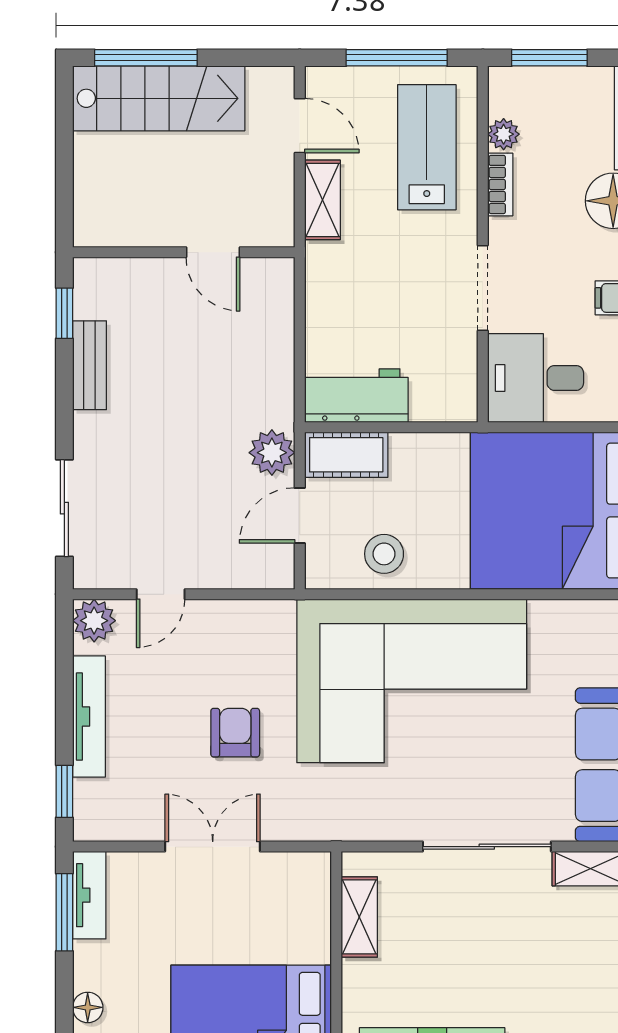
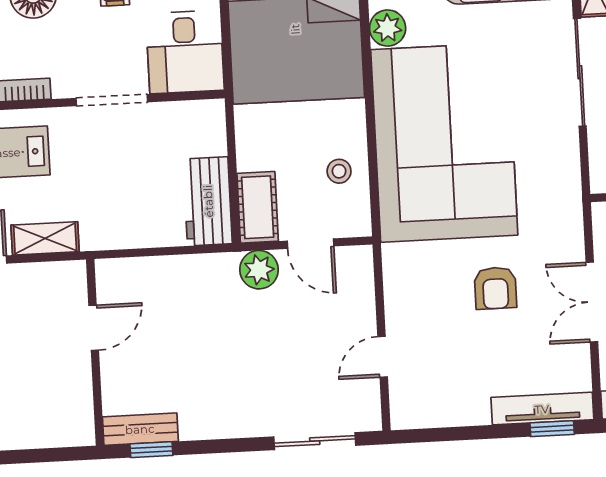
bench: (89, 365) -> (140, 429), moved
stool: (384, 554) -> (339, 171), width x0.73, depth x0.73
door: (161, 594) -> (383, 357), swing flipped
plant: (94, 621) -> (388, 28), moved
tv unit: (89, 717) -> (542, 409), moved
armchair: (235, 733) -> (495, 288), turned -90

